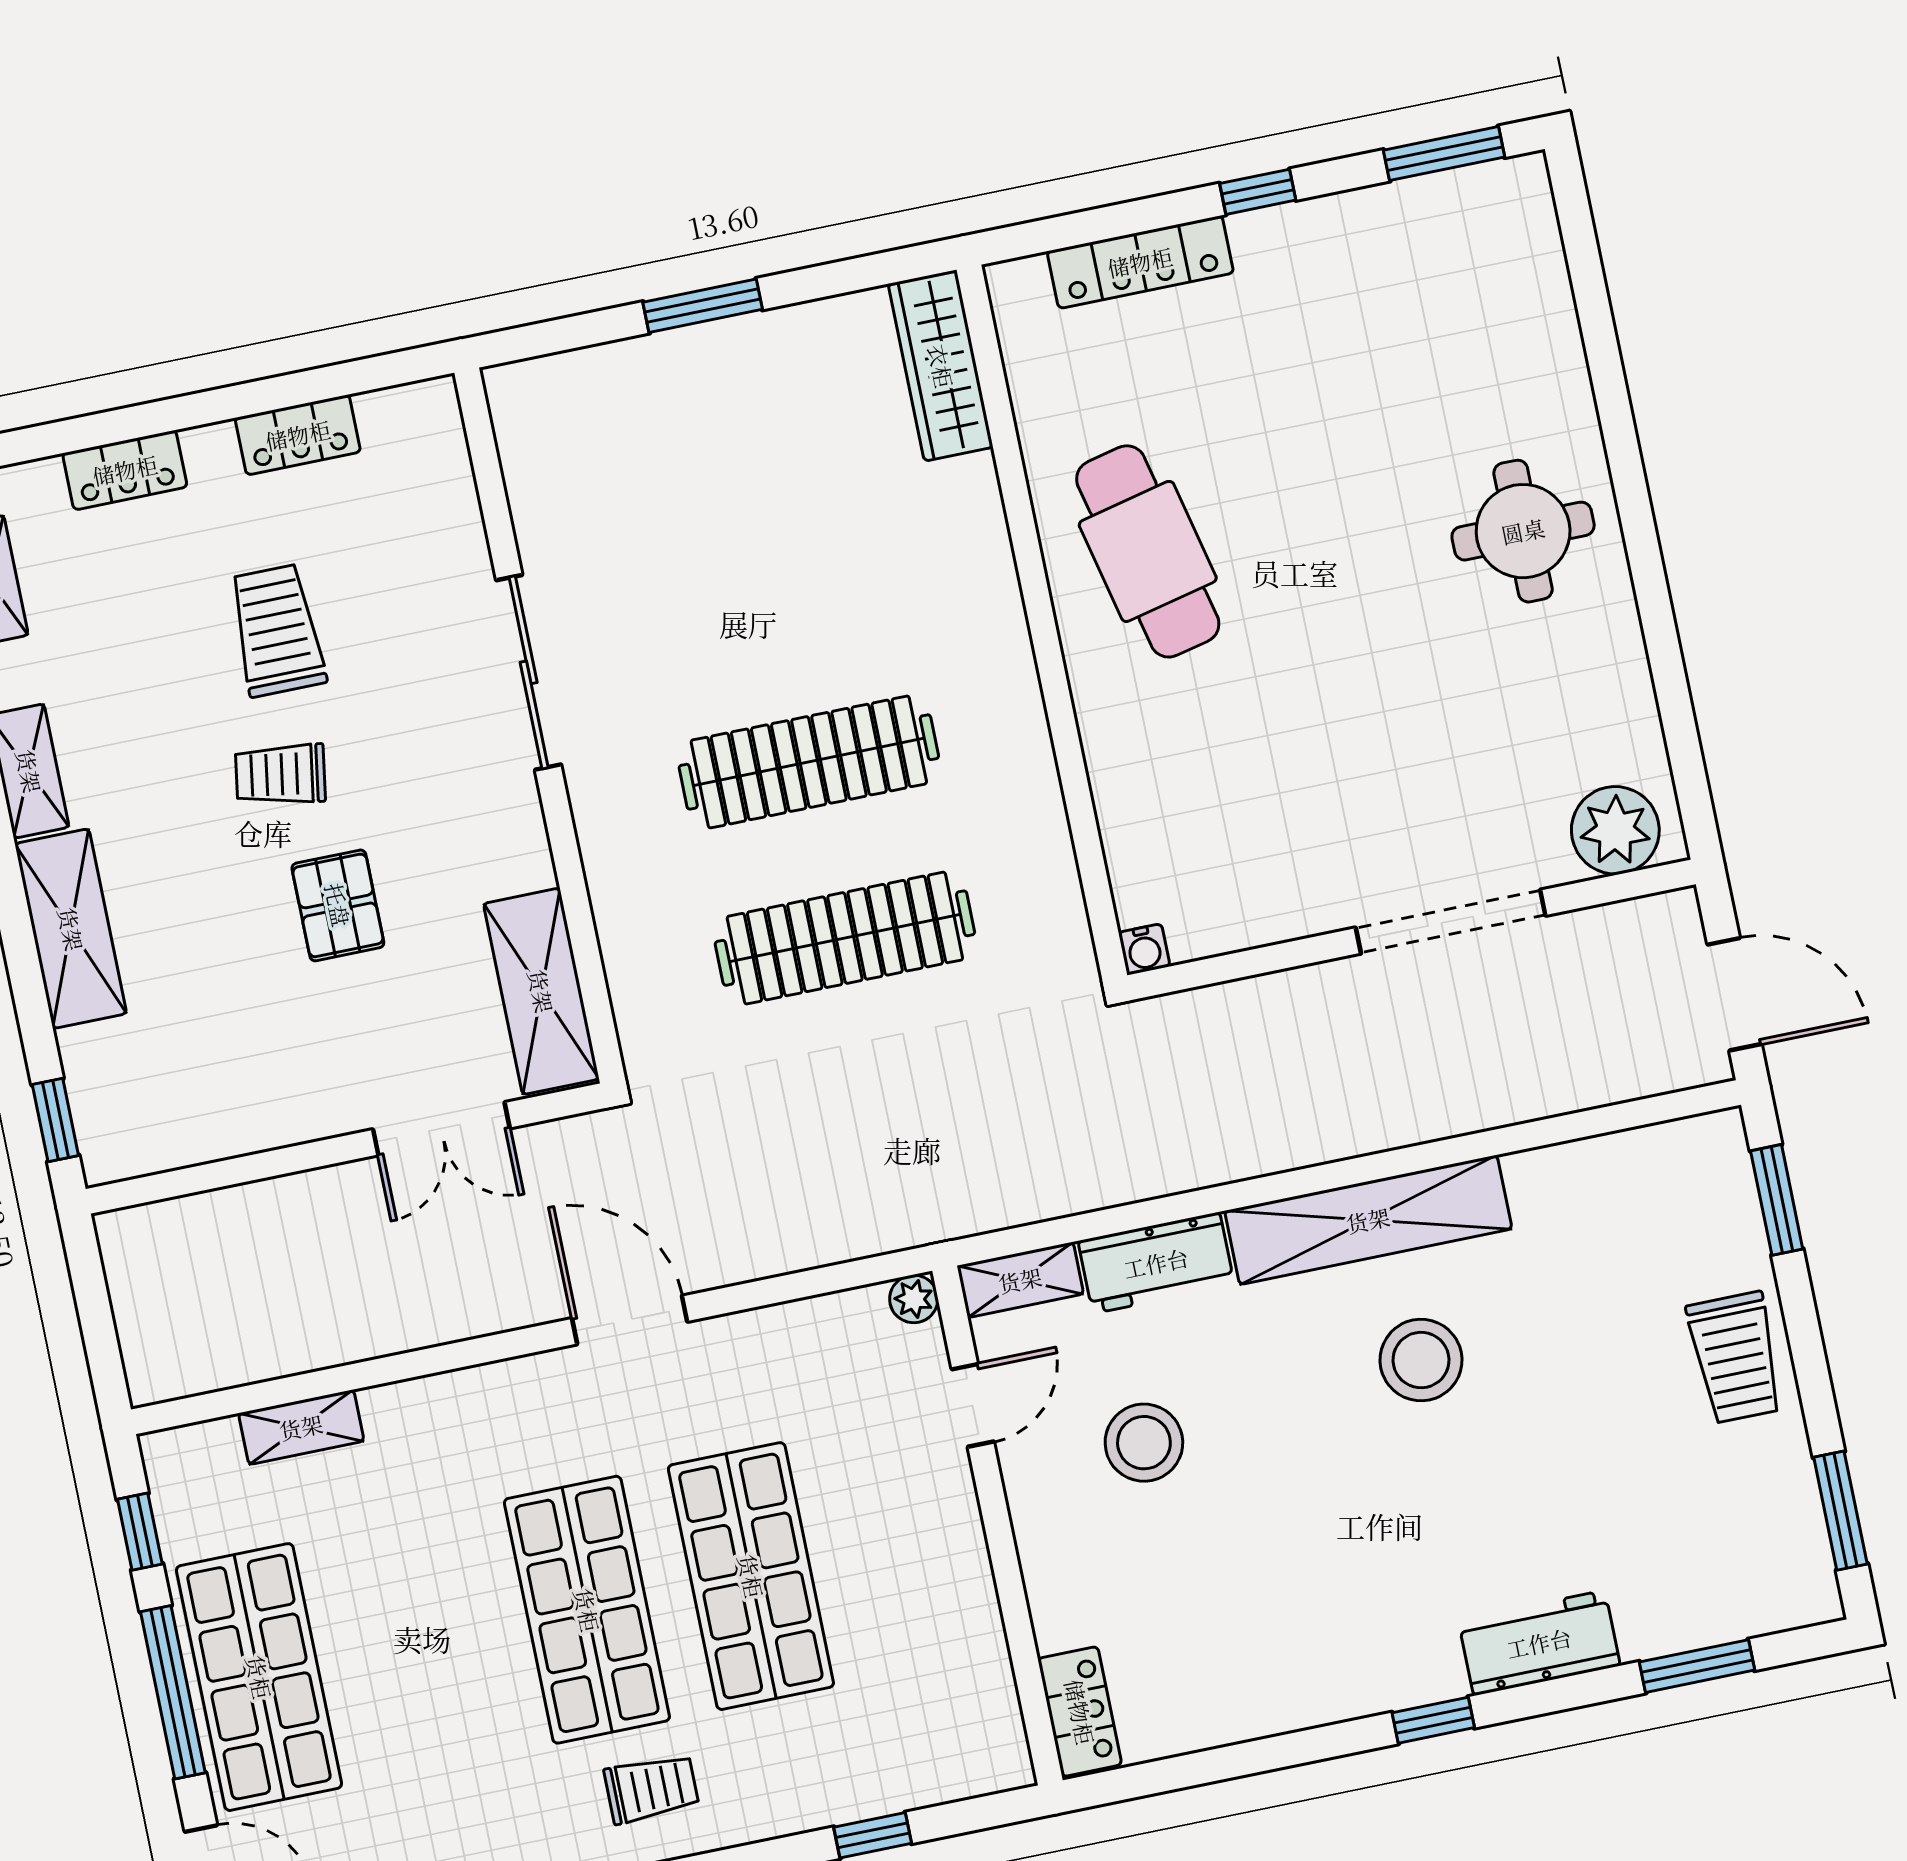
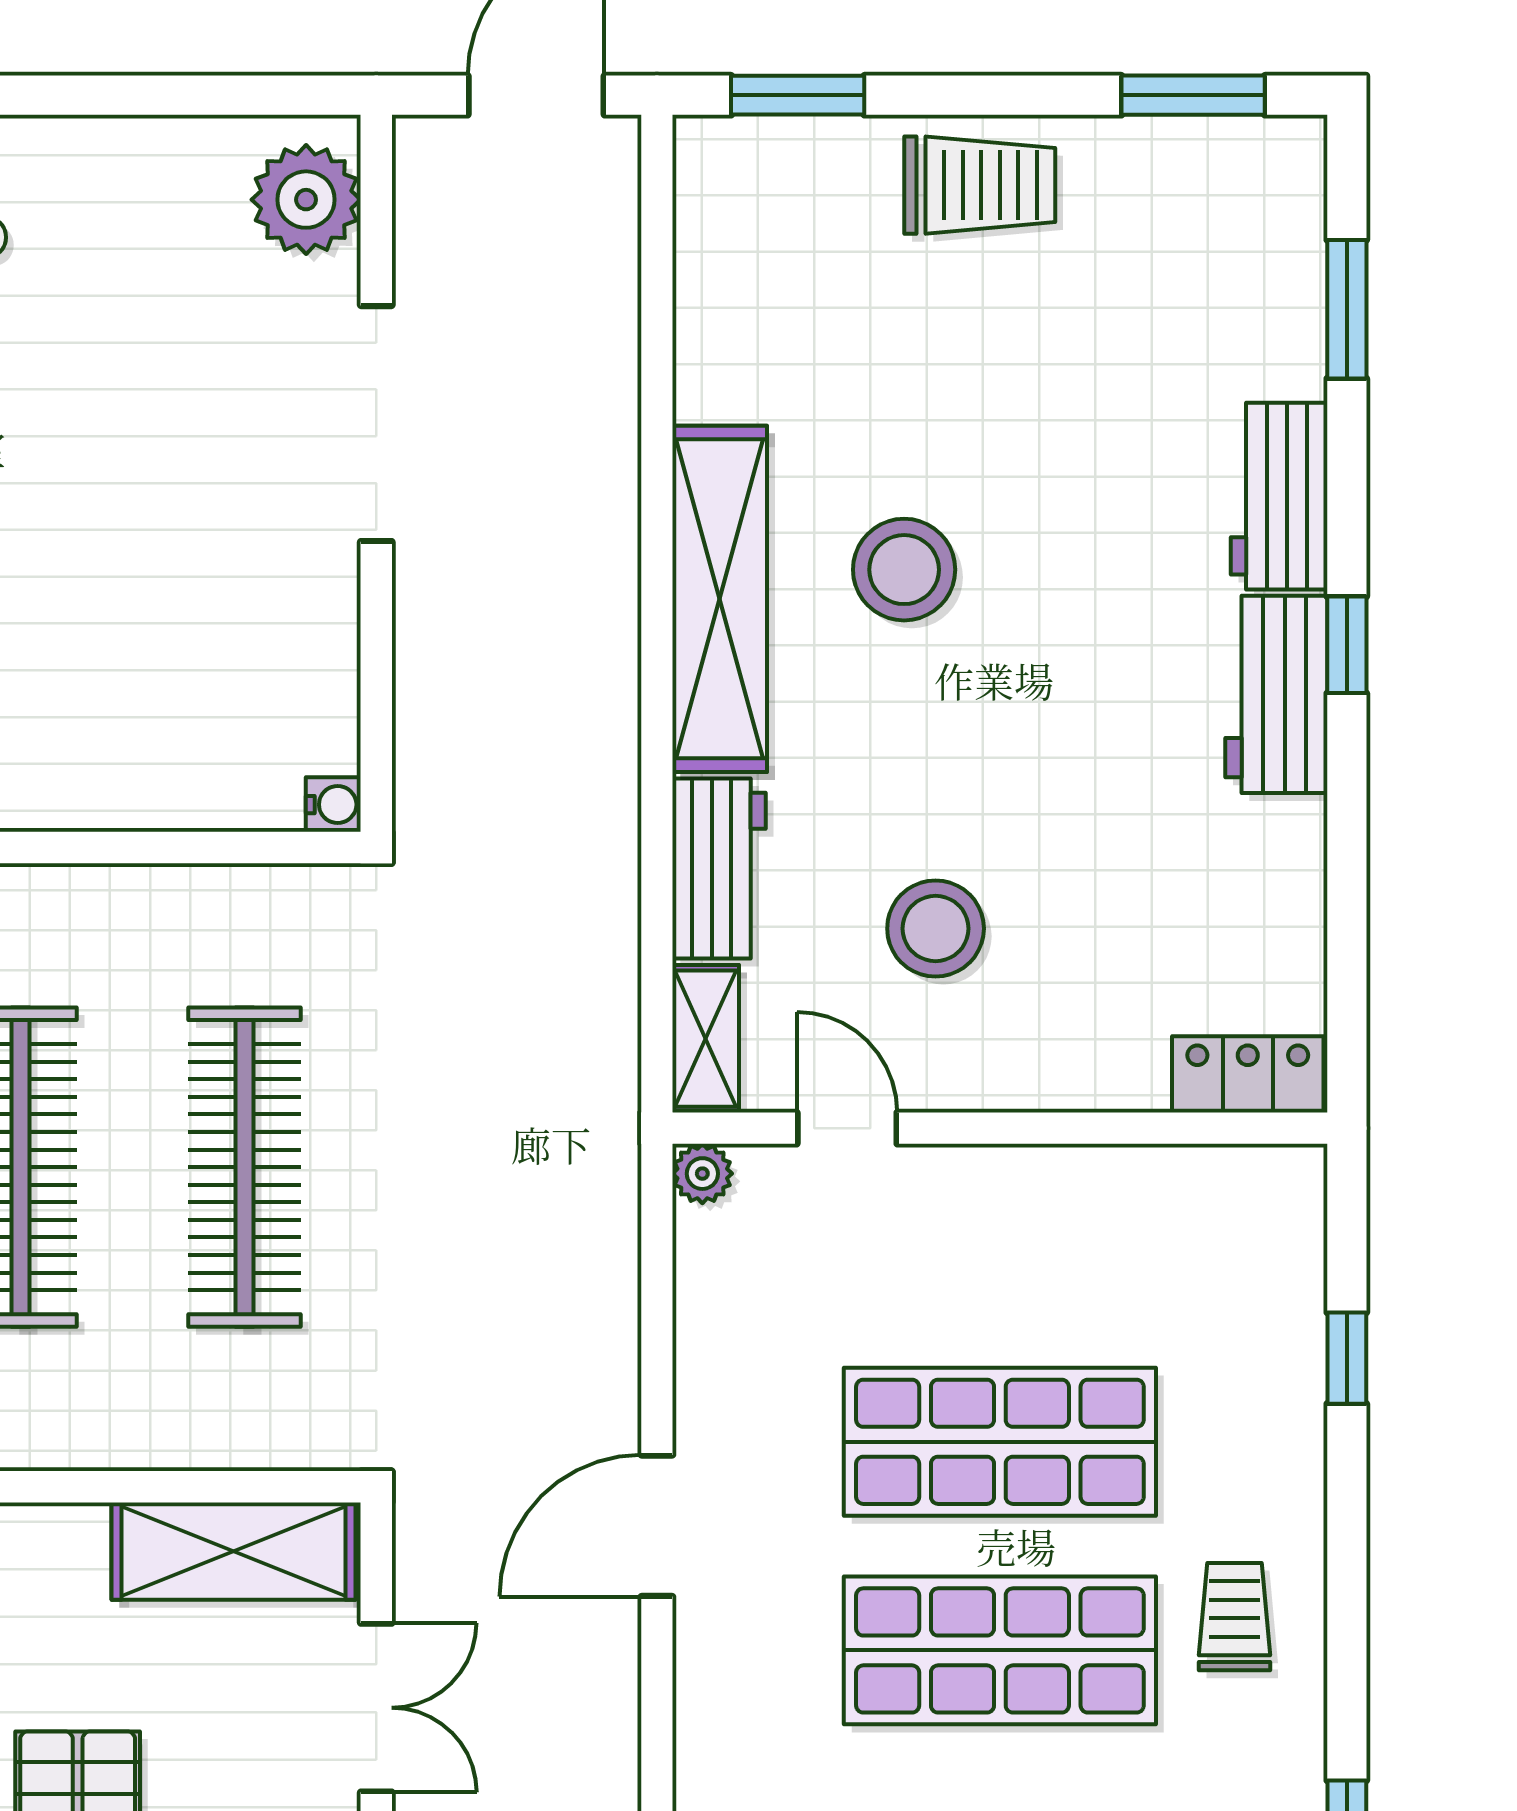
workbench: (1383, 1673) -> (1276, 694), added

